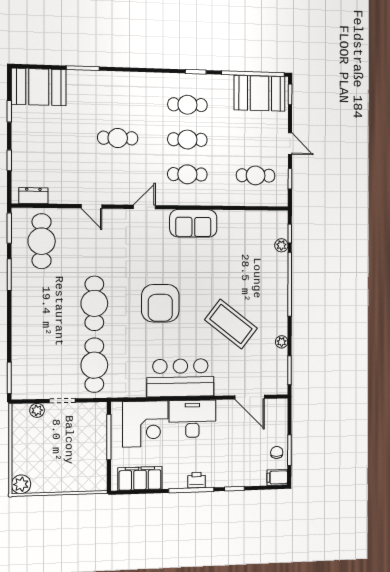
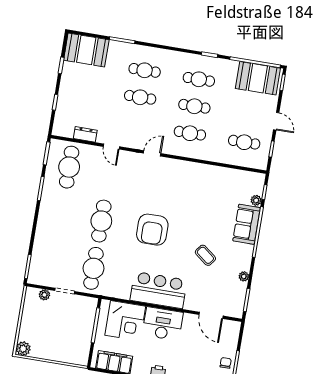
cafe table: (118, 103) -> (145, 70), added
dresser: (33, 196) -> (85, 134), moved
sofa: (193, 223) -> (247, 224), moved, turned 90
coffee table: (231, 324) -> (205, 255), width x0.54, depth x0.58

